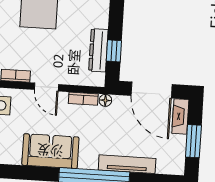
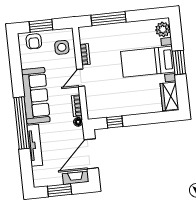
dresser: (98, 50) -> (113, 111), removed
sofa: (50, 151) -> (36, 96), width x1.36

